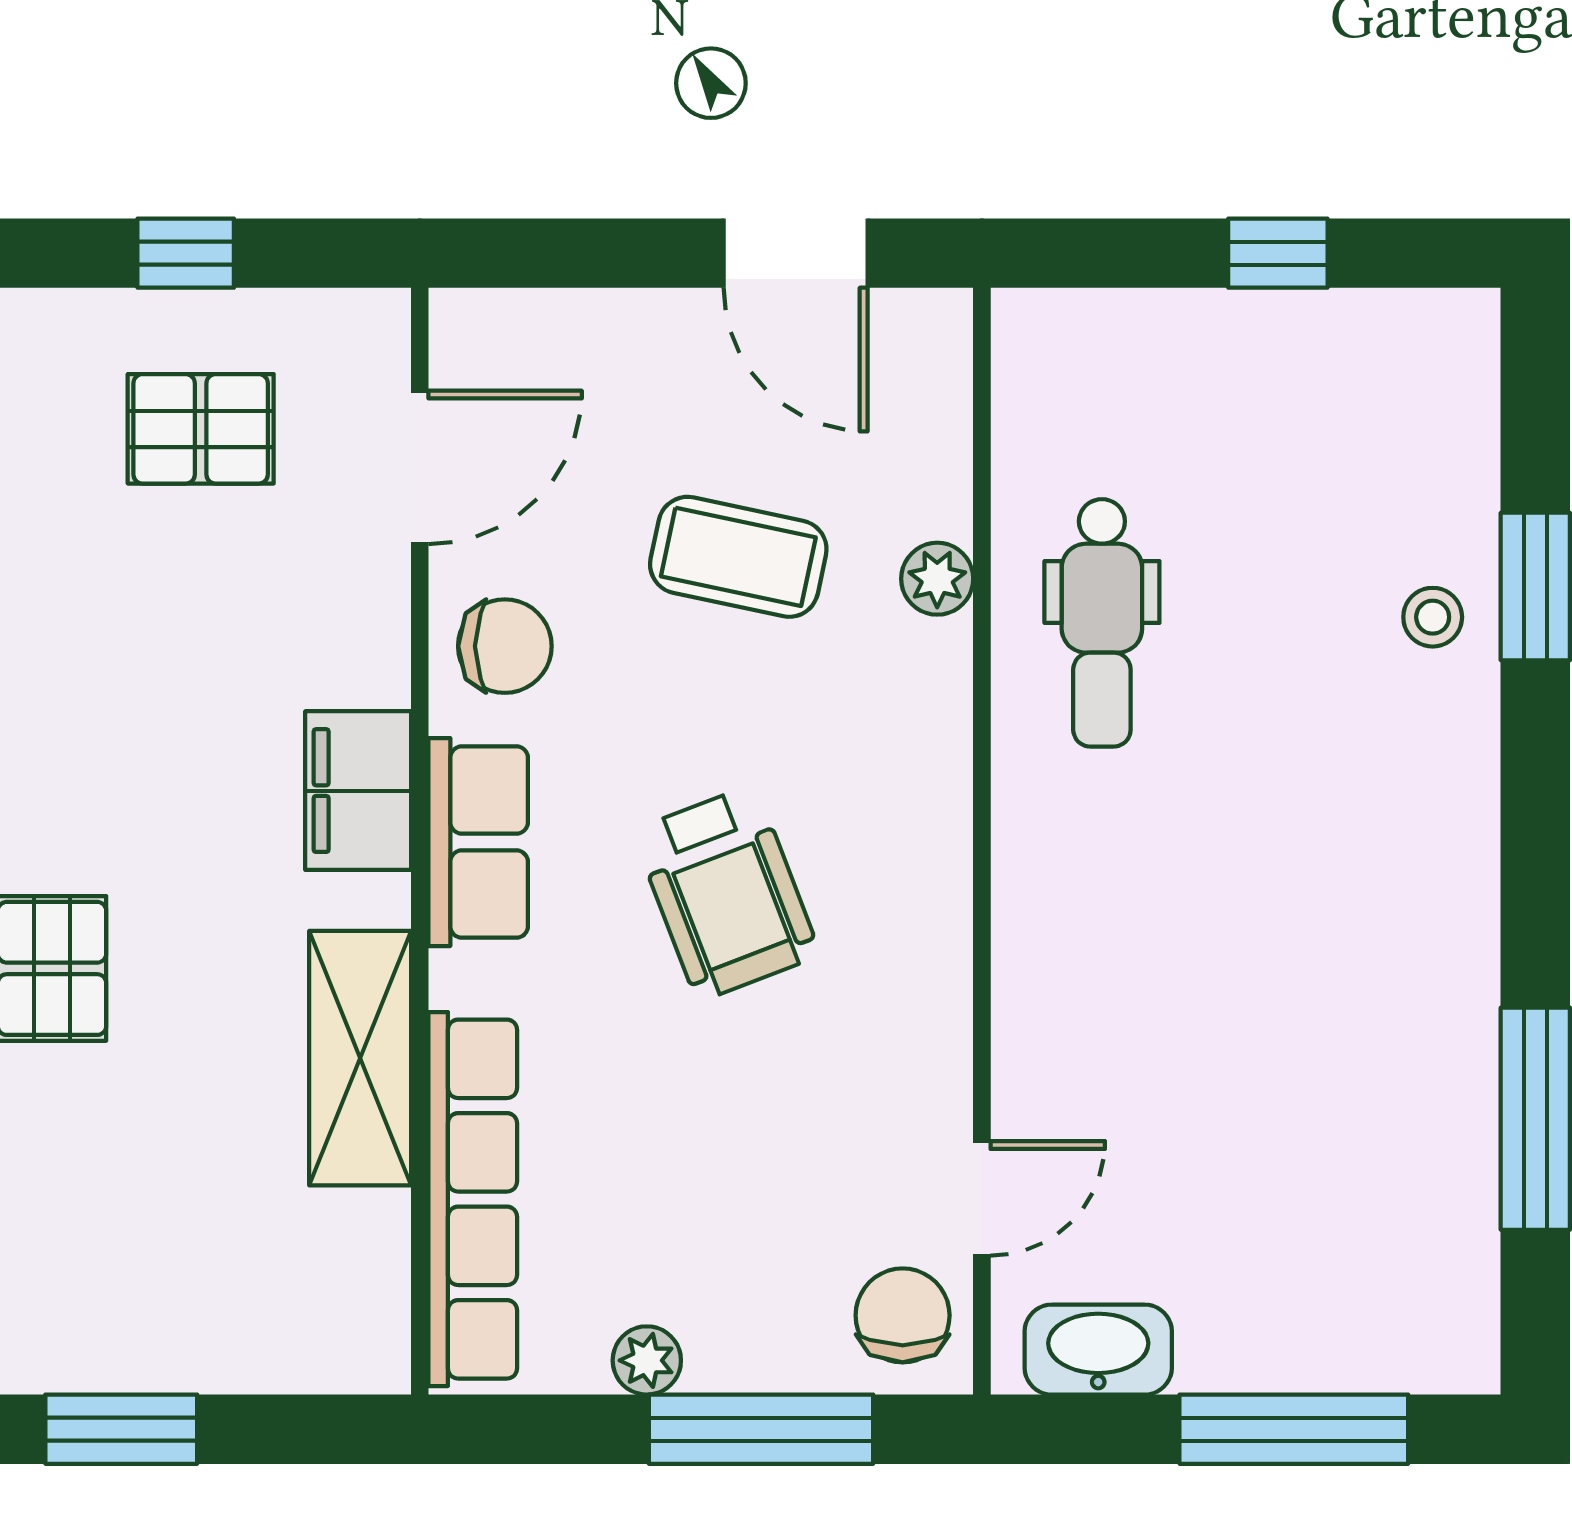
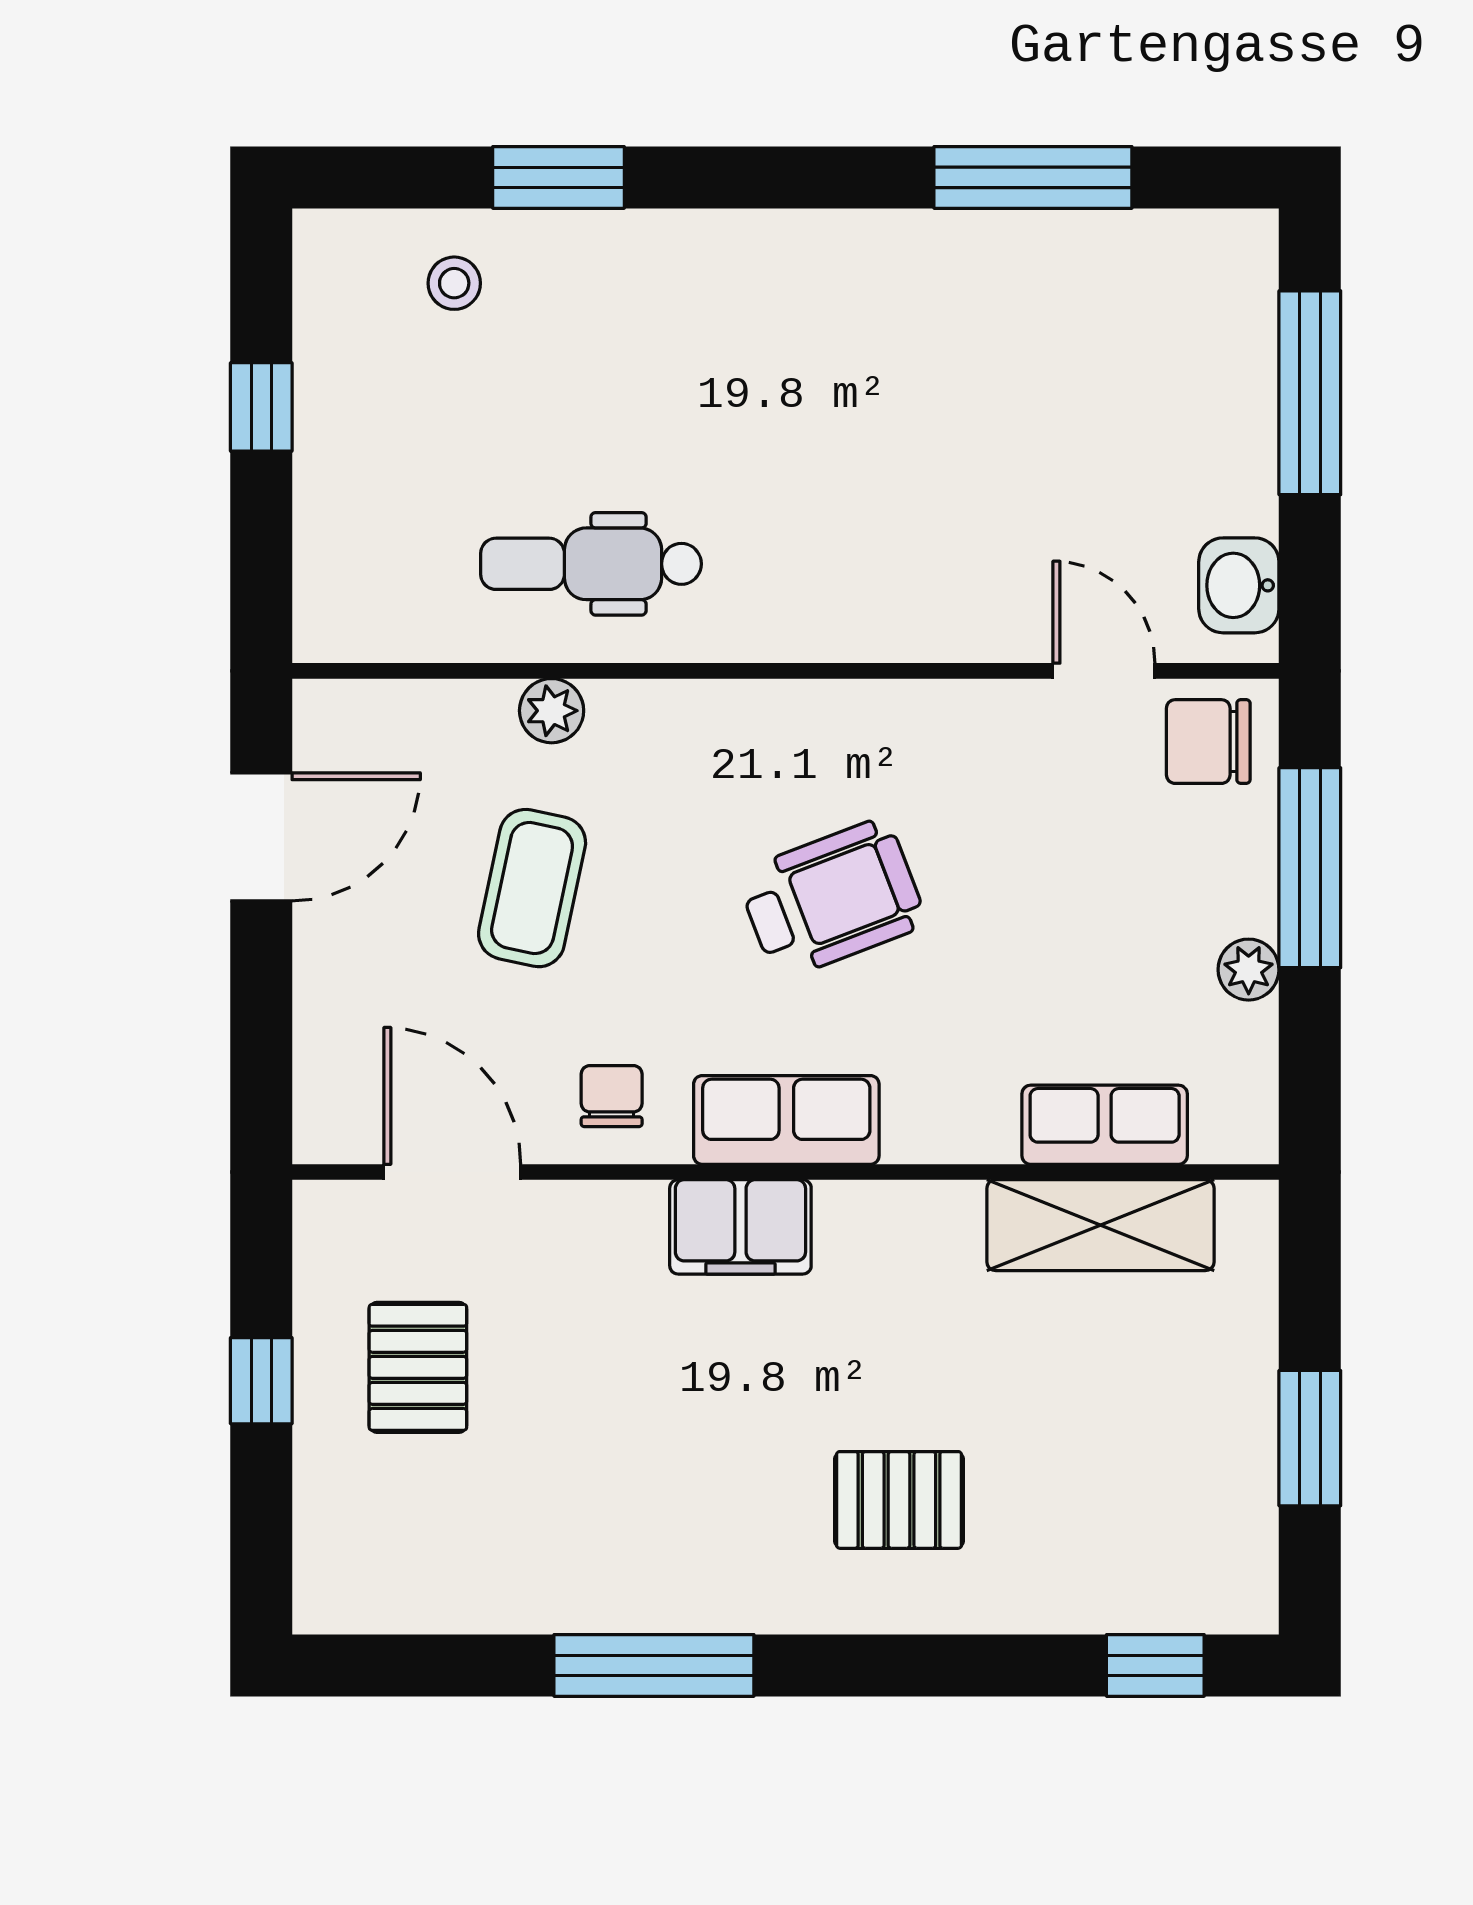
stool: (1433, 617) -> (454, 283), moved
dental chair: (1102, 623) -> (591, 564), turned 180
chair: (505, 646) -> (612, 1096), width x0.73, depth x0.73
shelving: (360, 1058) -> (1100, 1225), moved
row of seats: (473, 1199) -> (1105, 1125), width x0.50
washbasin: (1098, 1350) -> (1239, 585), width x0.72

